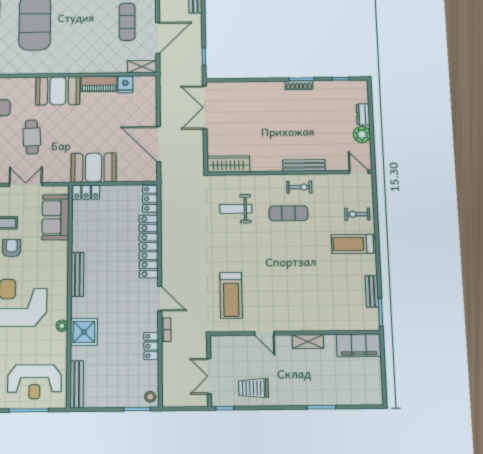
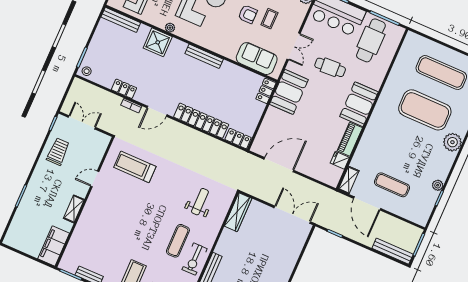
booth: (94, 168) -> (289, 92), moved
exercise bike: (299, 187) -> (195, 259), width x1.38, depth x1.39

